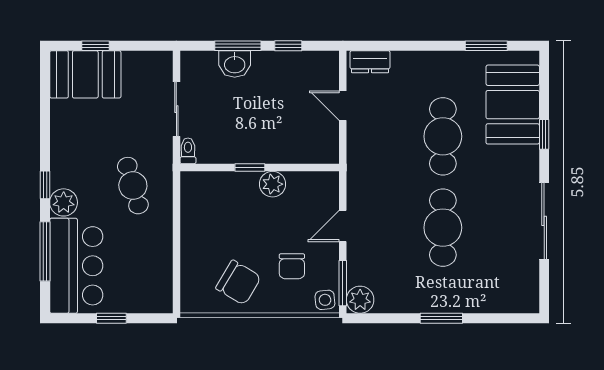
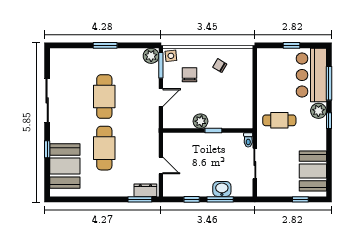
window: (486, 46) -> (140, 199), moved
booth: (85, 74) -> (313, 171), moved, turned 90
cafe table: (133, 186) -> (279, 120), turned -74
chair: (238, 283) -> (220, 66), width x0.54, depth x0.54

